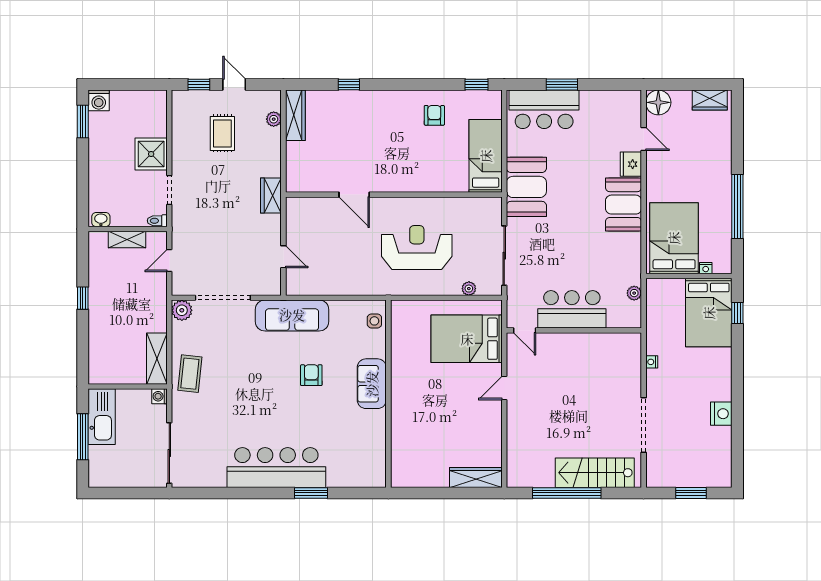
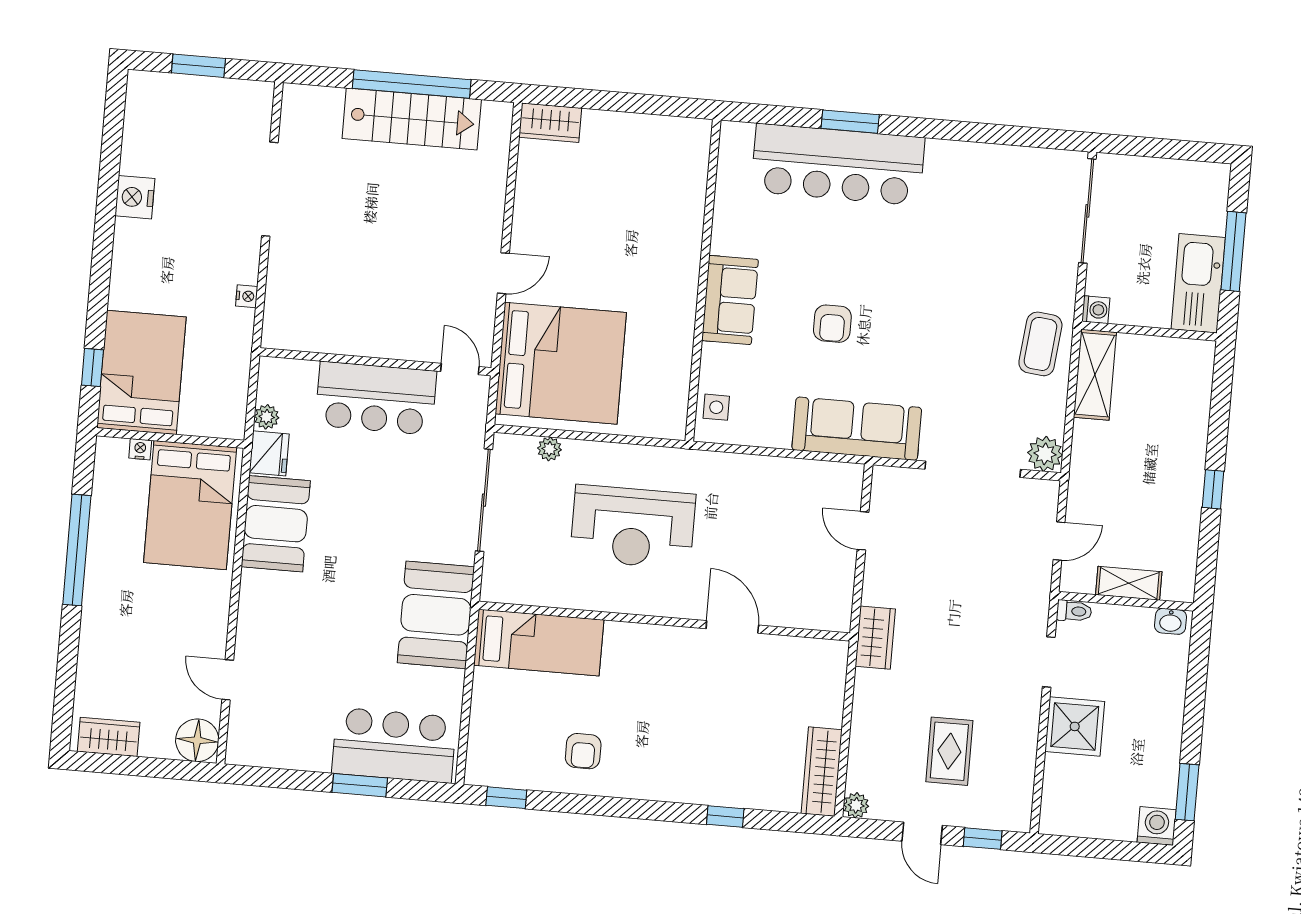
plant: (274, 119) -> (856, 805), moved
bed: (486, 156) -> (539, 642), moved, turned -90
fridge: (631, 164) -> (269, 453), moved
booth: (624, 205) -> (276, 524), moved
bed: (467, 339) -> (561, 363), width x1.36
bar counter: (276, 467) -> (838, 164), moved
stairs: (595, 473) -> (412, 119), moved
wardrobe: (476, 477) -> (550, 123), width x0.67

